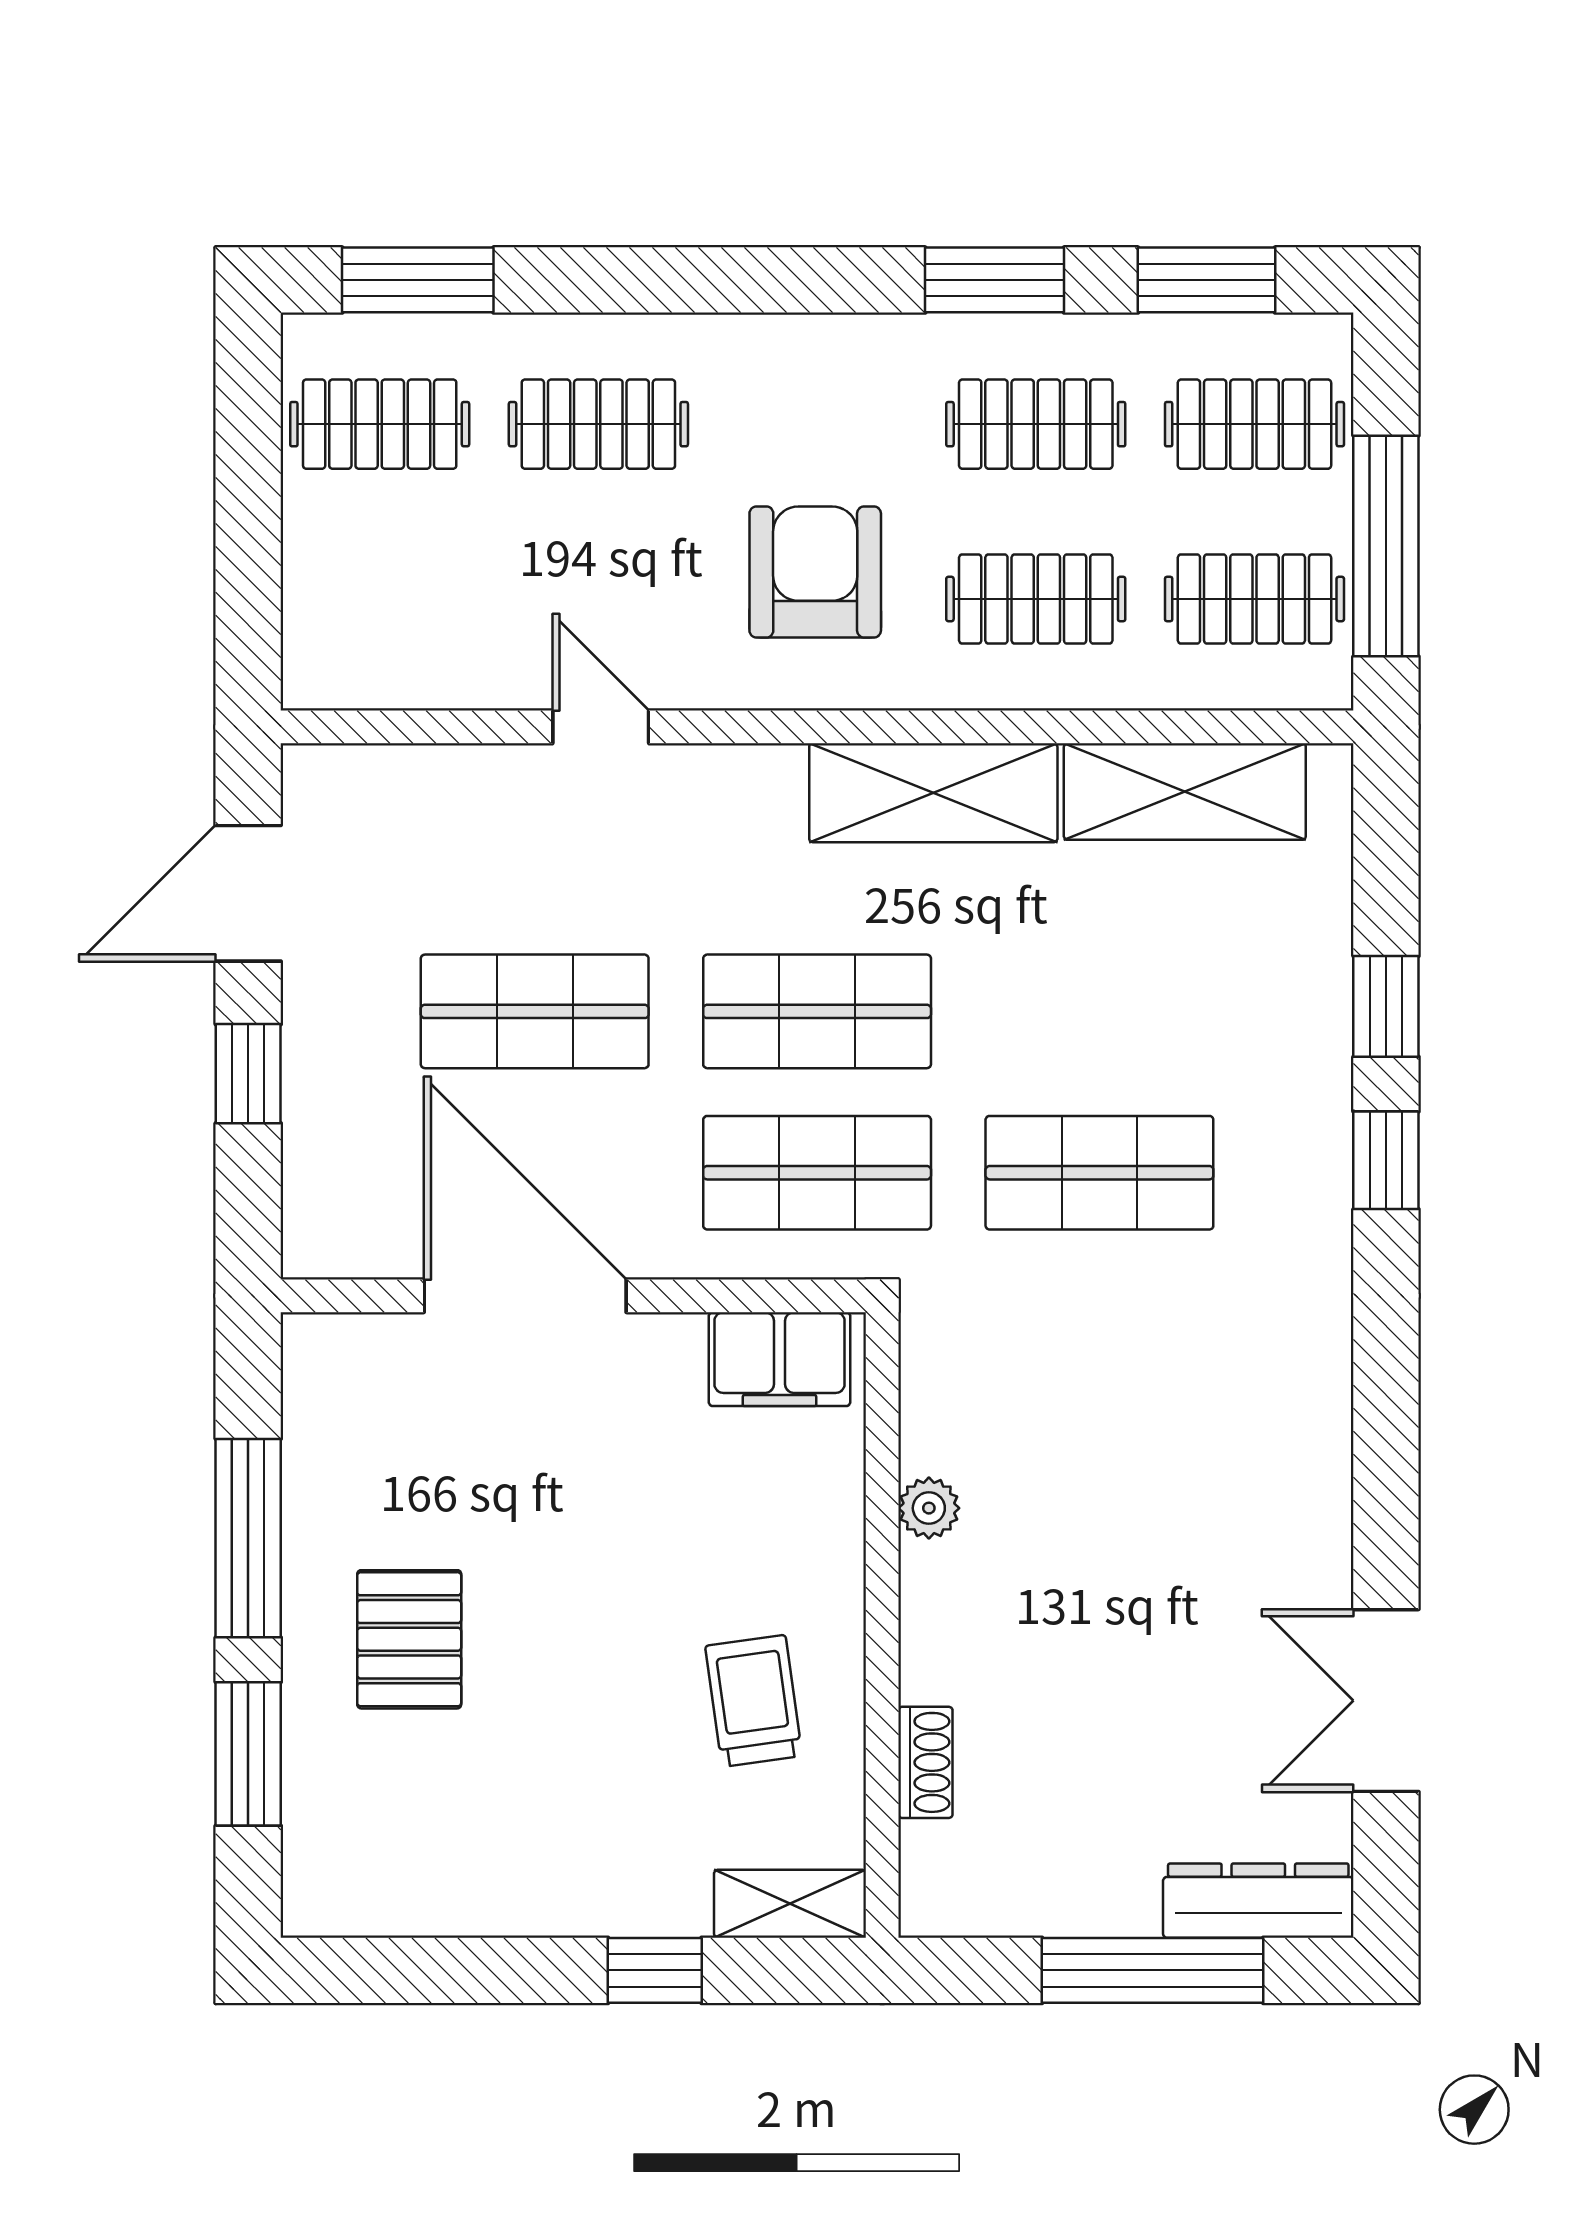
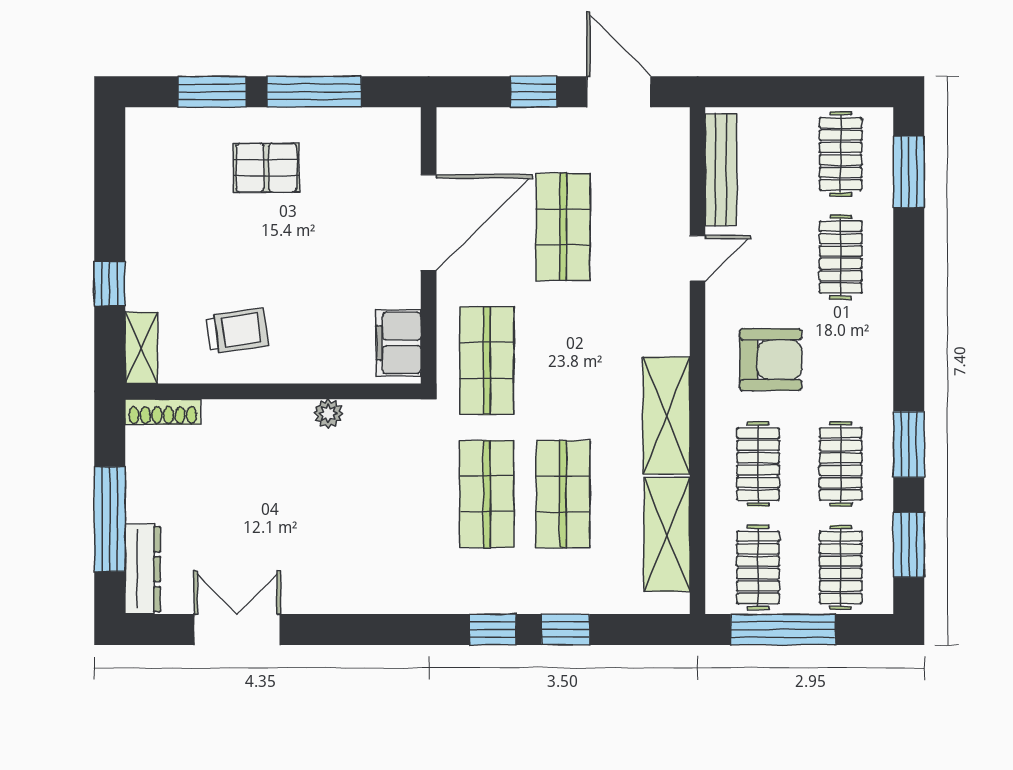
bench: (414, 677) -> (721, 170), added
shop shelf: (817, 1011) -> (563, 494), moved
shoe rack: (925, 1762) -> (163, 412), moved, width x1.43

